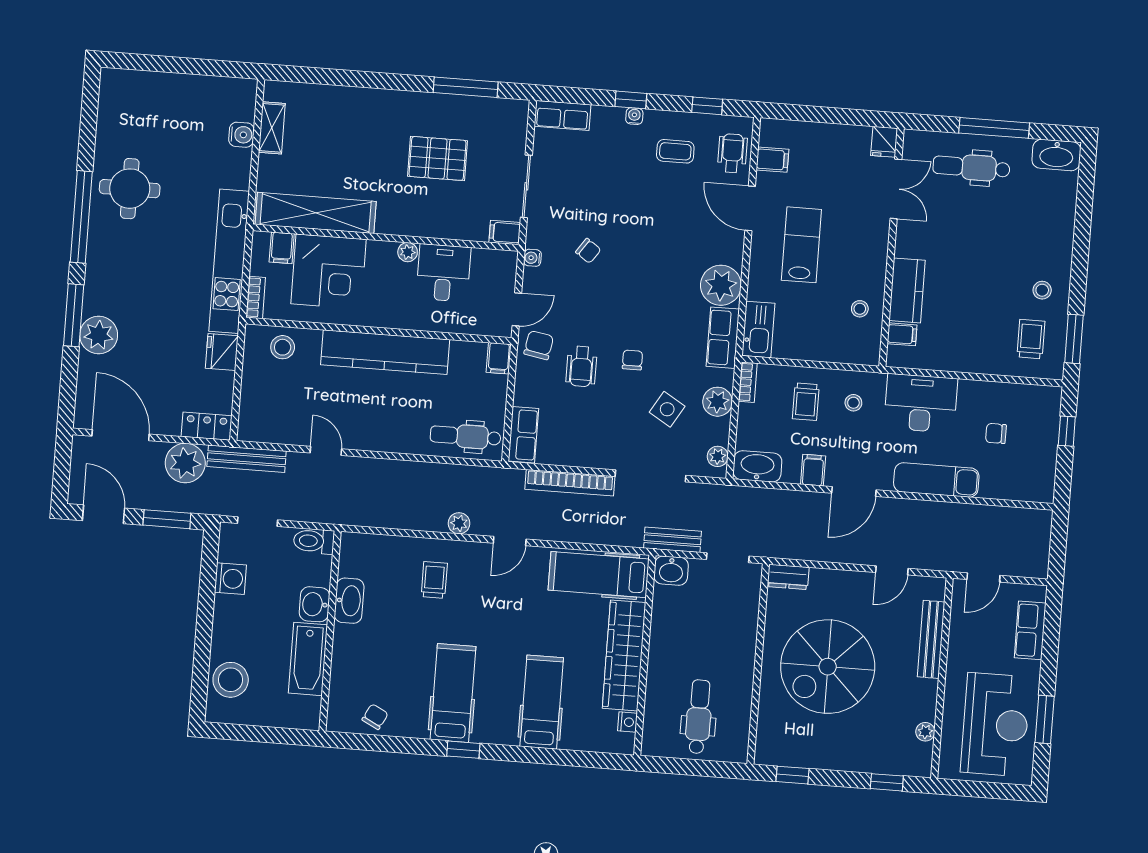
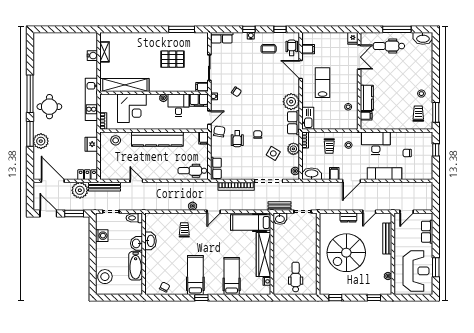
round table: (130, 189) -> (49, 107), moved
filing cabinet: (282, 248) -> (199, 100), moved, width x2.00
kitchen unit: (229, 261) -> (91, 99), width x0.73
dresser: (788, 577) -> (348, 218), moved

